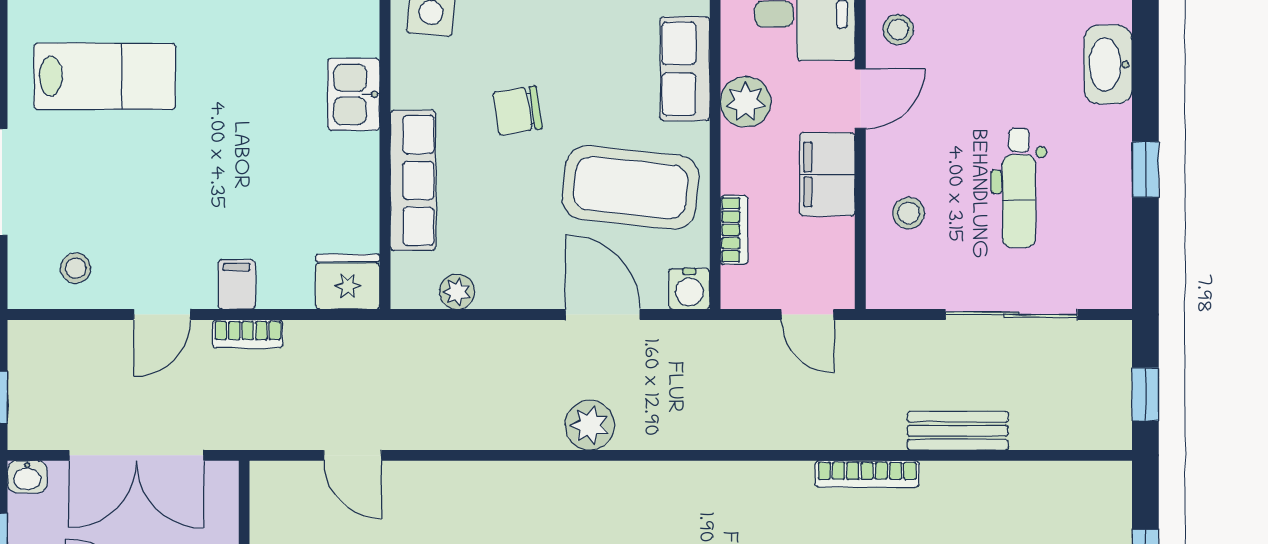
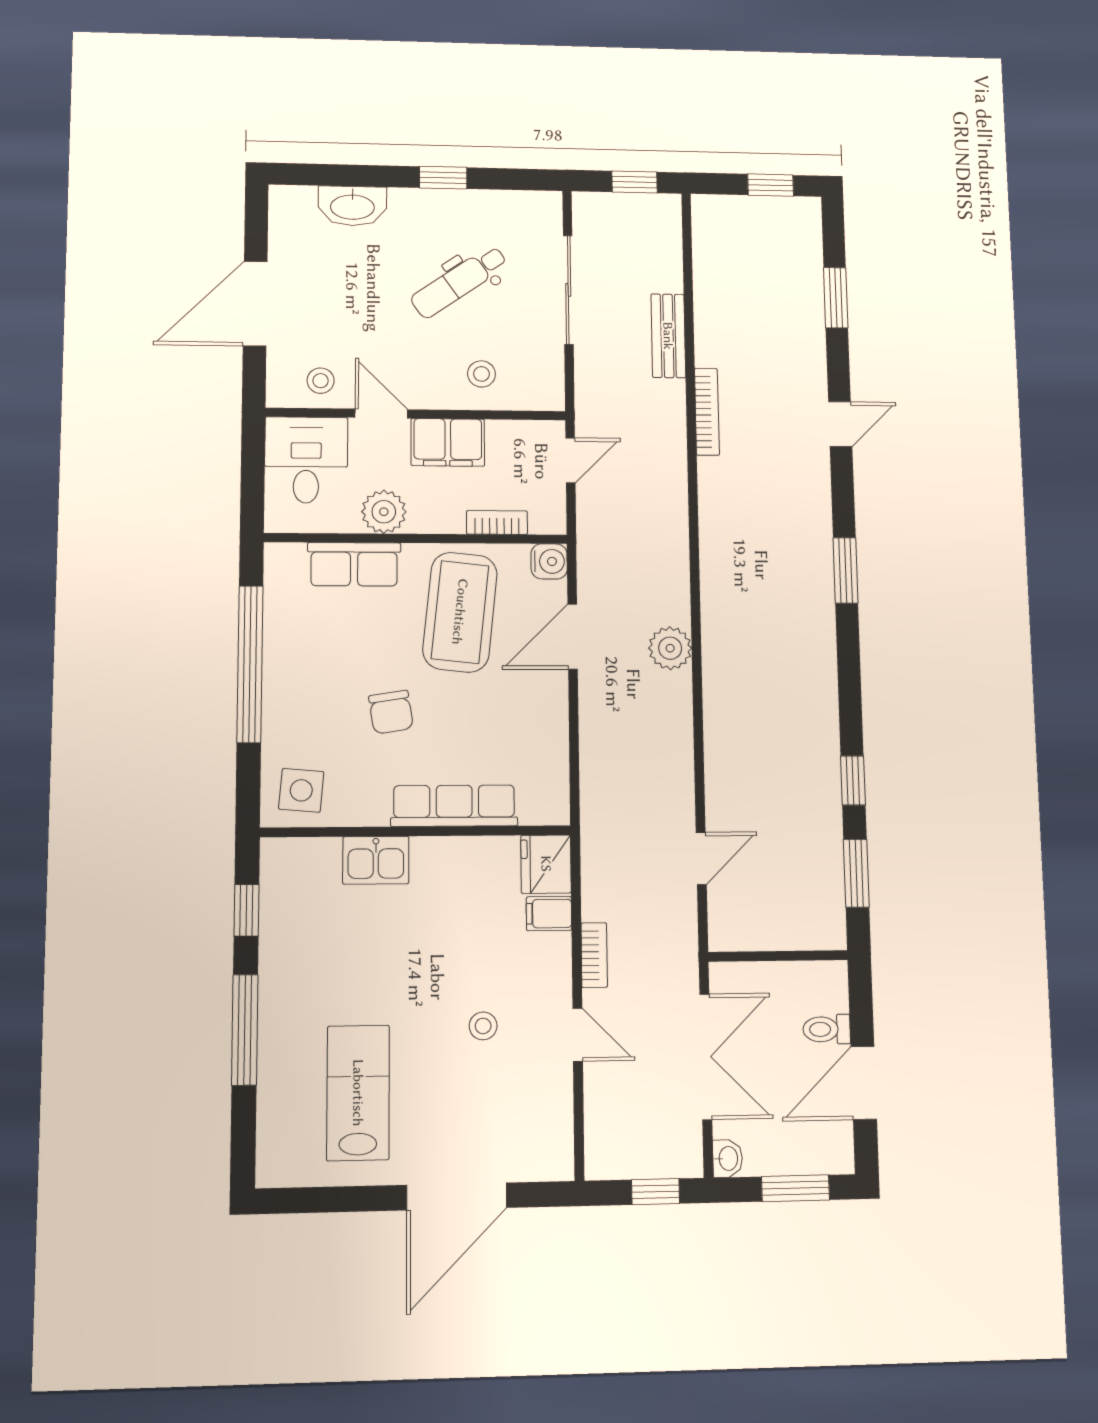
dental chair: (1019, 188) -> (459, 282), turned 145
stool: (76, 268) -> (483, 1026), moved
filing cabinet: (237, 284) -> (549, 914), moved
plant: (457, 292) -> (554, 766), removed

